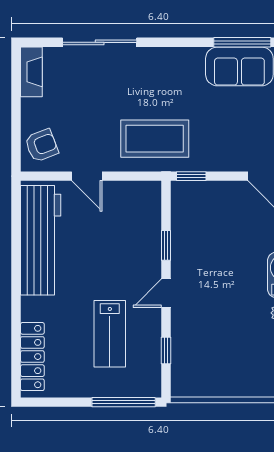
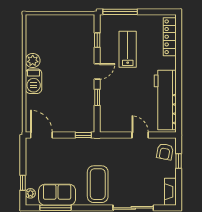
window: (16, 128) -> (179, 161), added
coffee table: (155, 139) -> (98, 184), moved, turned 90
armchair: (42, 145) -> (165, 152), turned -59

